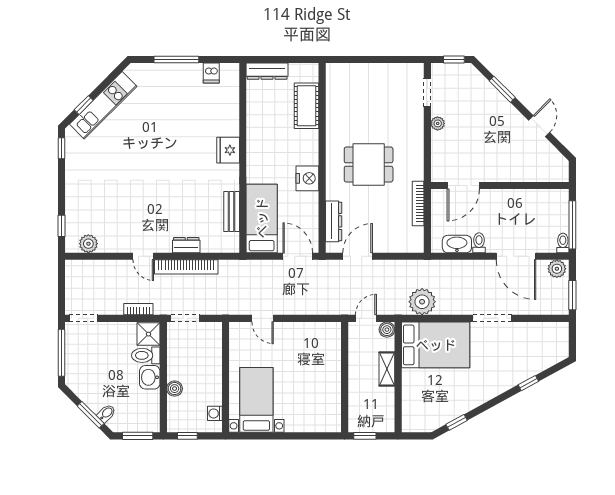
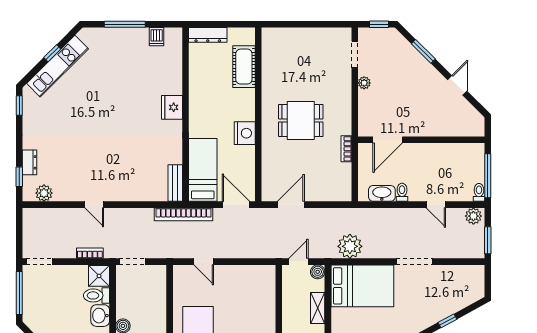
window: (84, 105) -> (52, 53), moved
bookcase: (418, 204) -> (346, 149), width x0.64
bench: (232, 211) -> (175, 183), moved
dresser: (334, 221) -> (269, 173), removed
dresser: (186, 245) -> (30, 162), moved, turned 90
door: (516, 256) -> (436, 205), width x0.53
bookcase: (186, 267) -> (183, 214), moved

